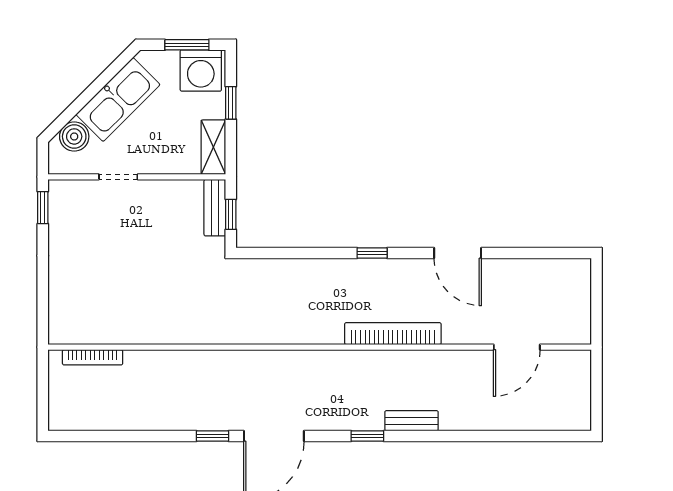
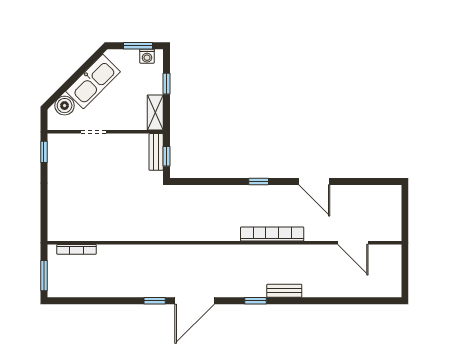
washing machine: (201, 70) -> (147, 56), width x0.53, depth x0.53
door: (517, 347) -> (353, 243), hinge flipped
window: (43, 397) -> (44, 276), added

